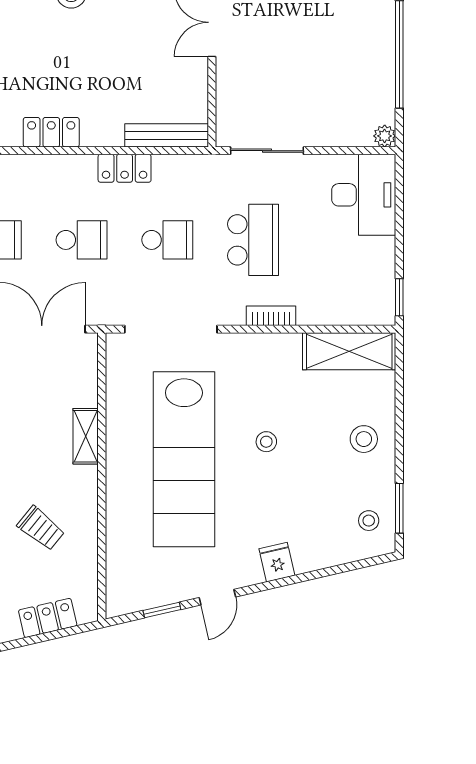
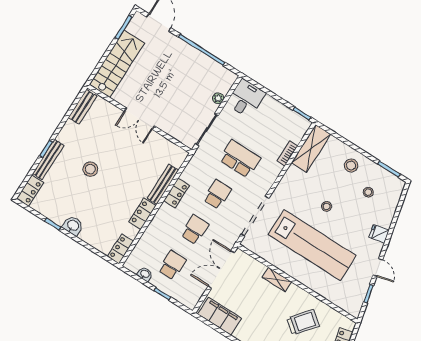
bench: (167, 135) -> (163, 184), moved
plant: (385, 136) -> (218, 98), moved
desk: (364, 195) -> (246, 98), width x0.73
bookcase: (271, 316) -> (287, 153), moved
stool: (369, 521) -> (368, 192), moved
trolley: (41, 528) -> (303, 322), width x1.36, depth x1.39

